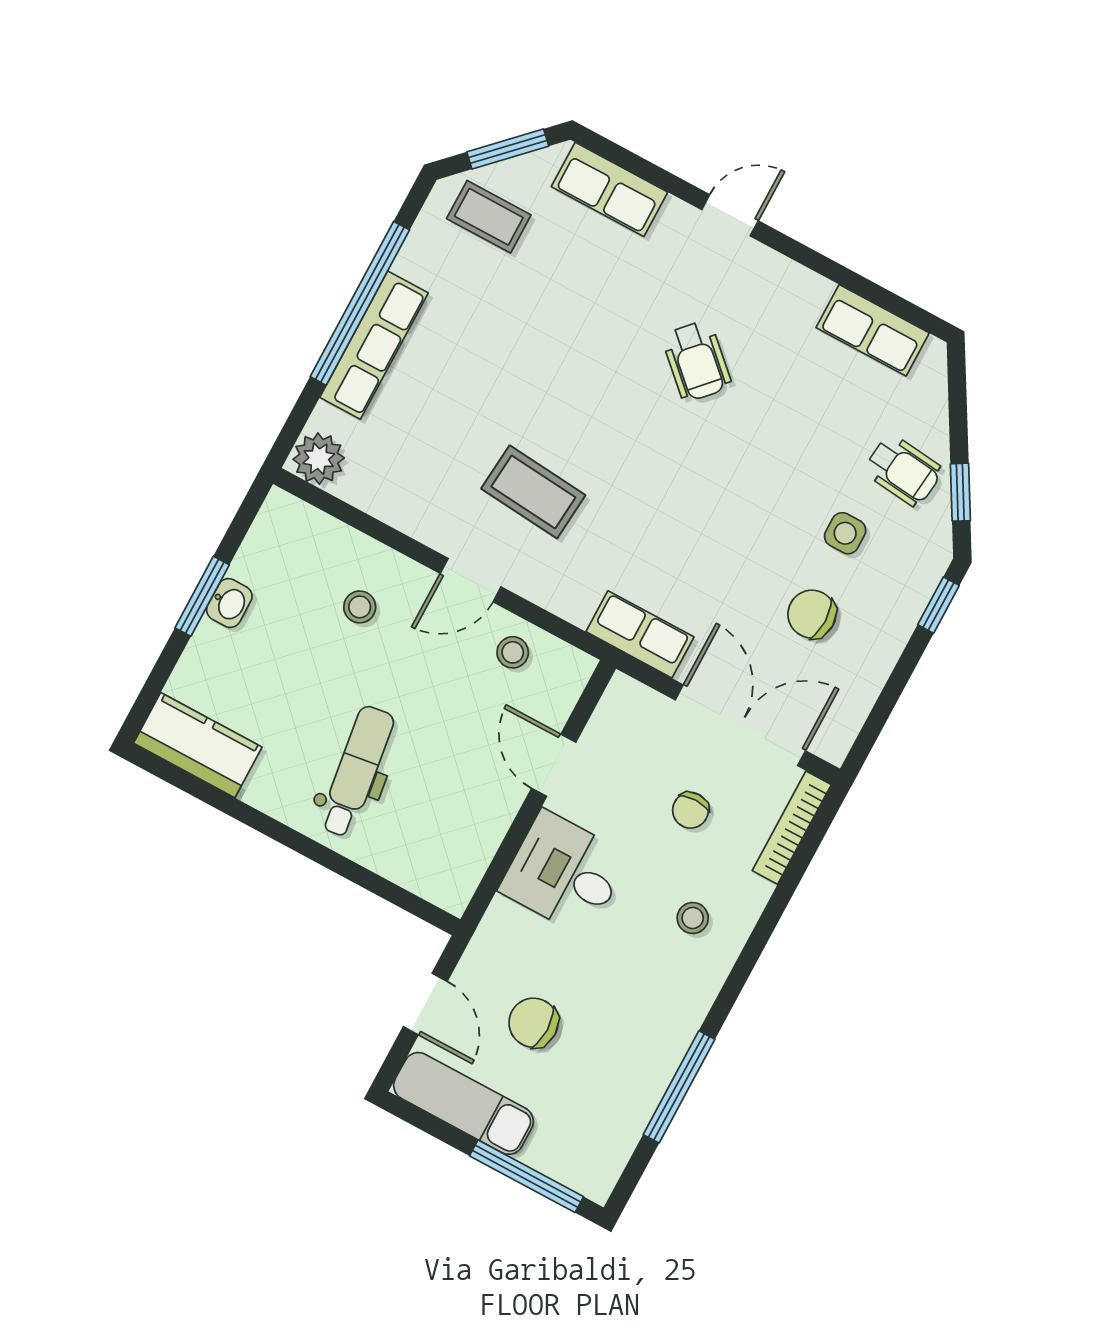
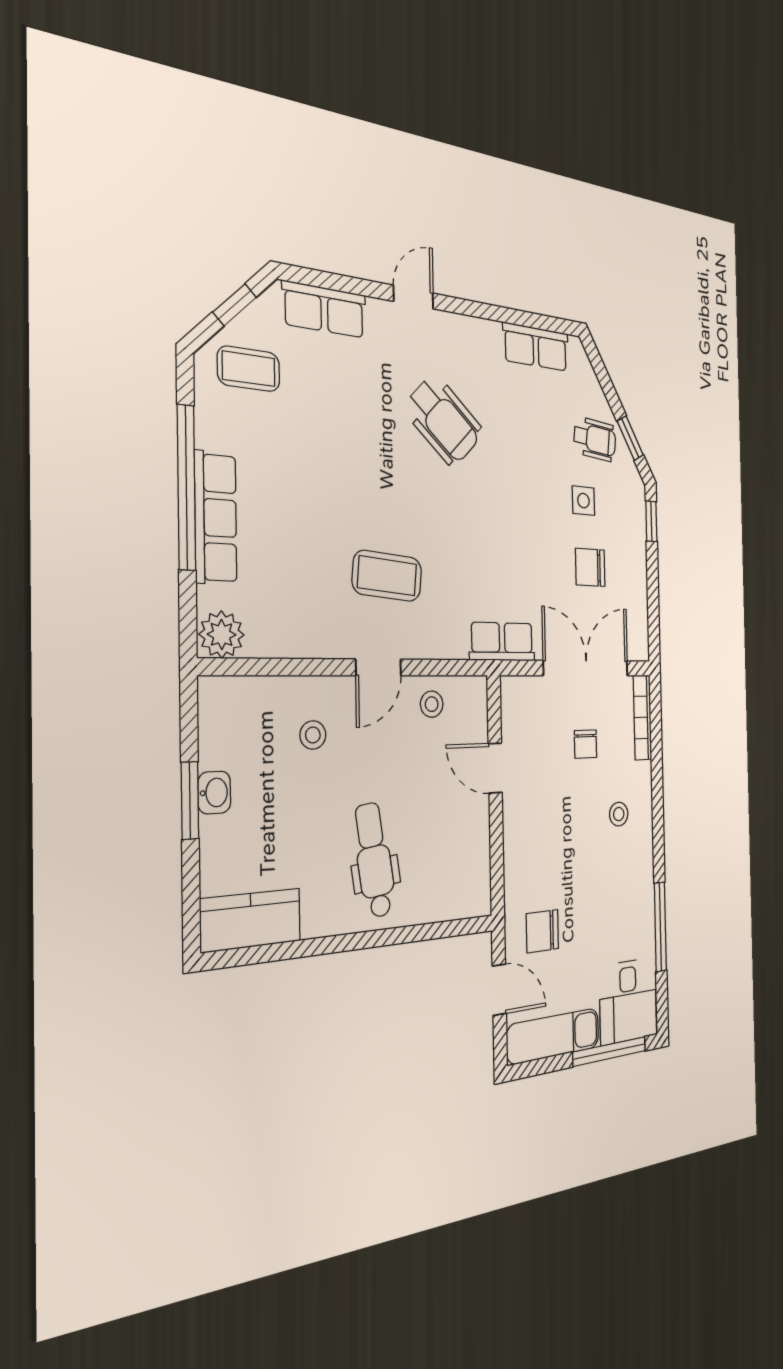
window: (508, 149) -> (235, 305), width x0.67
wheelchair: (697, 361) -> (444, 420), width x1.36, depth x1.37
desk: (564, 873) -> (628, 1001), moved, turned -90
chair: (534, 1023) -> (542, 931), moved

